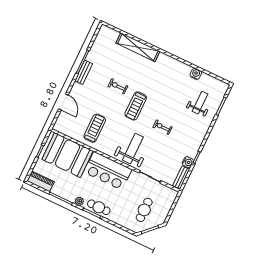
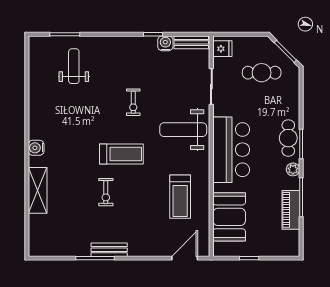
shelving: (138, 47) -> (38, 190), width x0.68
water cooler: (196, 74) -> (36, 148), moved
door: (63, 102) -> (185, 258), moved
weight bench: (200, 103) -> (74, 66), turned 90
treadmill: (95, 128) -> (180, 197), turned -90
booth: (67, 155) -> (229, 217), width x0.73, depth x0.70
piano: (41, 181) -> (291, 210), moved
fridge: (169, 194) -> (222, 49), added

